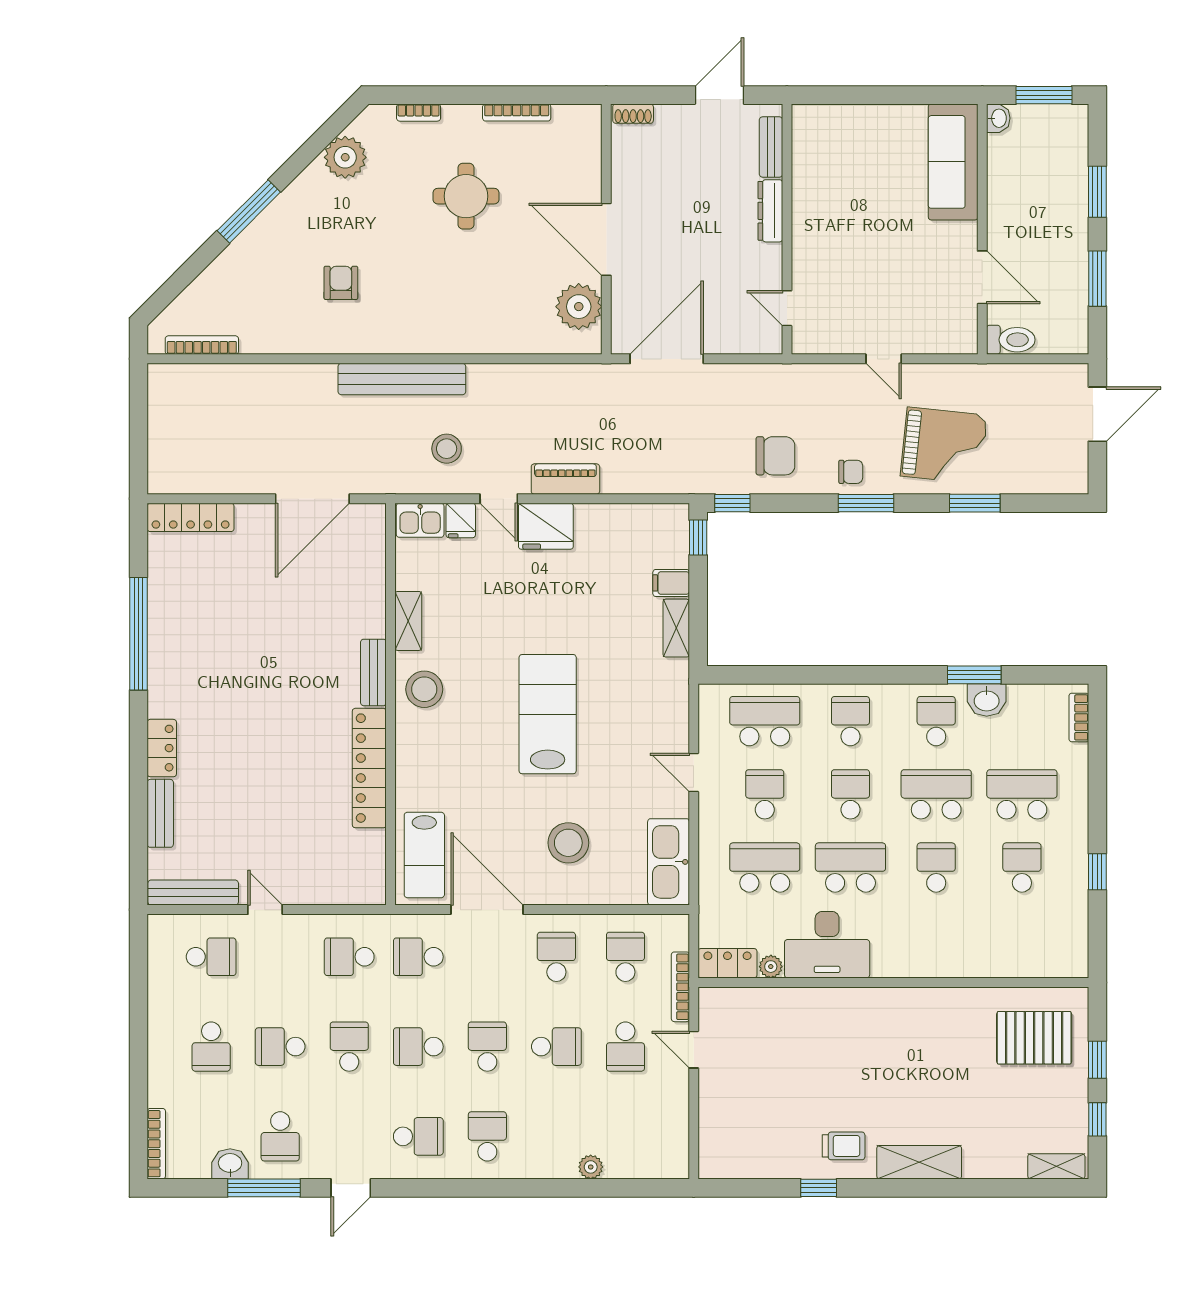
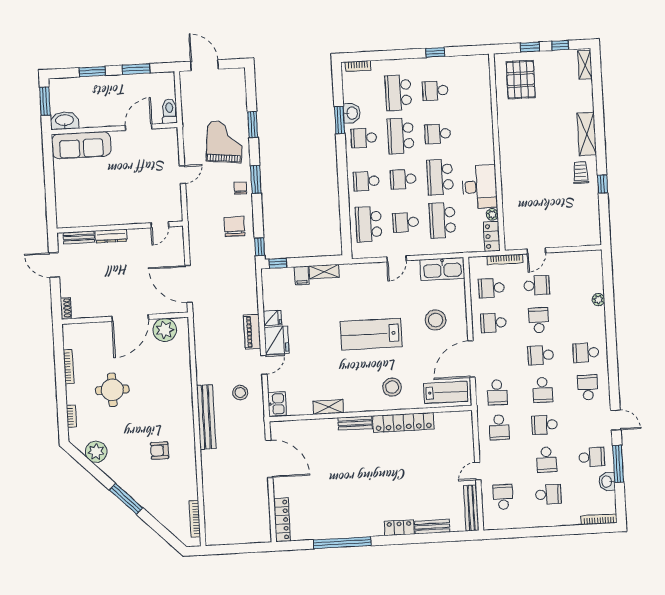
washbasin: (998, 118) -> (65, 121), width x1.91, depth x1.45
fridge: (461, 520) -> (272, 318), moved
stool: (424, 689) -> (392, 387), moved

